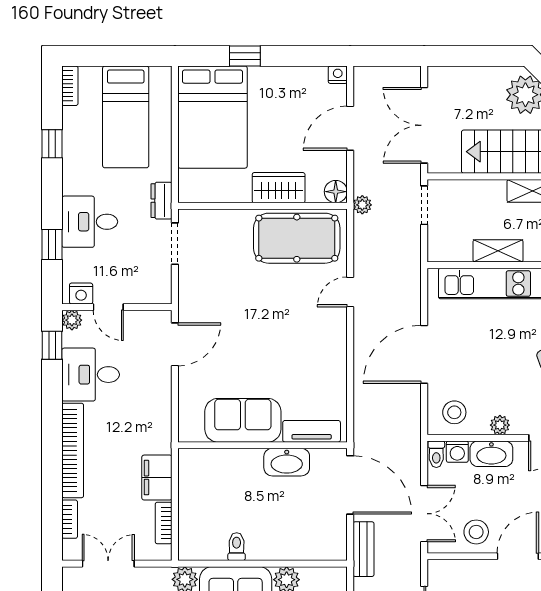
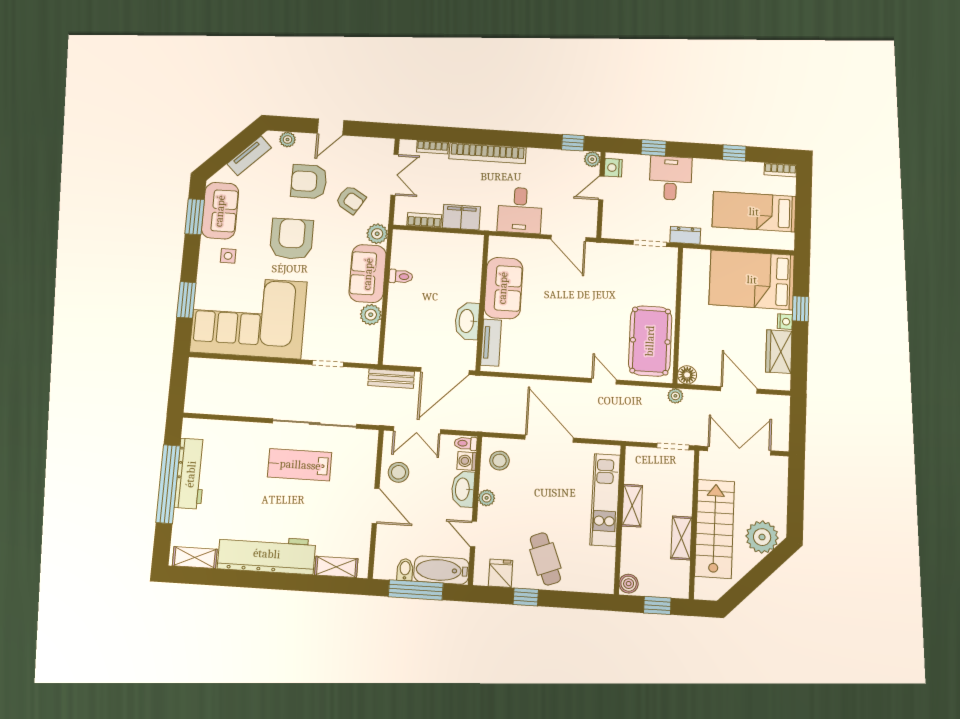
nightstand: (338, 75) -> (785, 322), moved
wardrobe: (279, 188) -> (779, 352), moved, turned 180
desk: (91, 375) -> (520, 210), moved, turned 180

